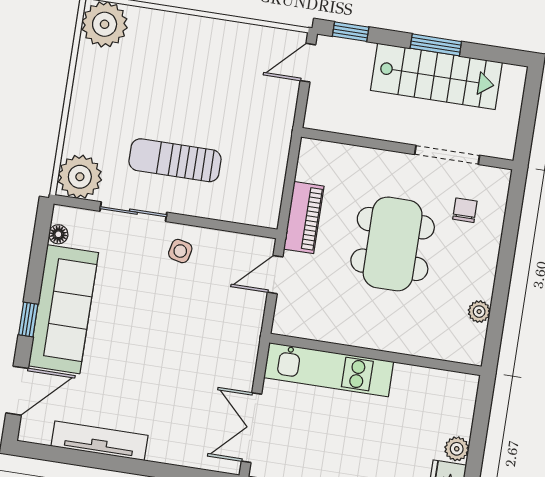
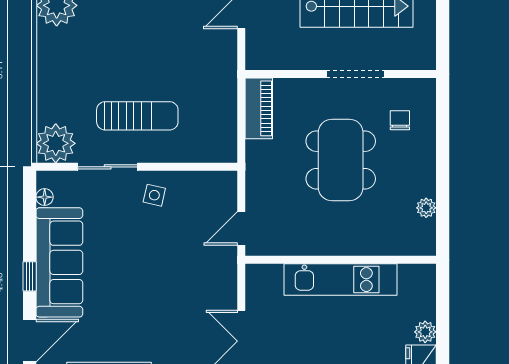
doorway: (447, 155) -> (355, 74), moved
sun lounger: (175, 160) -> (137, 116), turned 180
piano: (304, 218) -> (259, 108), moved
door: (275, 275) -> (241, 228), moved
kitchen unit: (329, 370) -> (340, 280), moved

